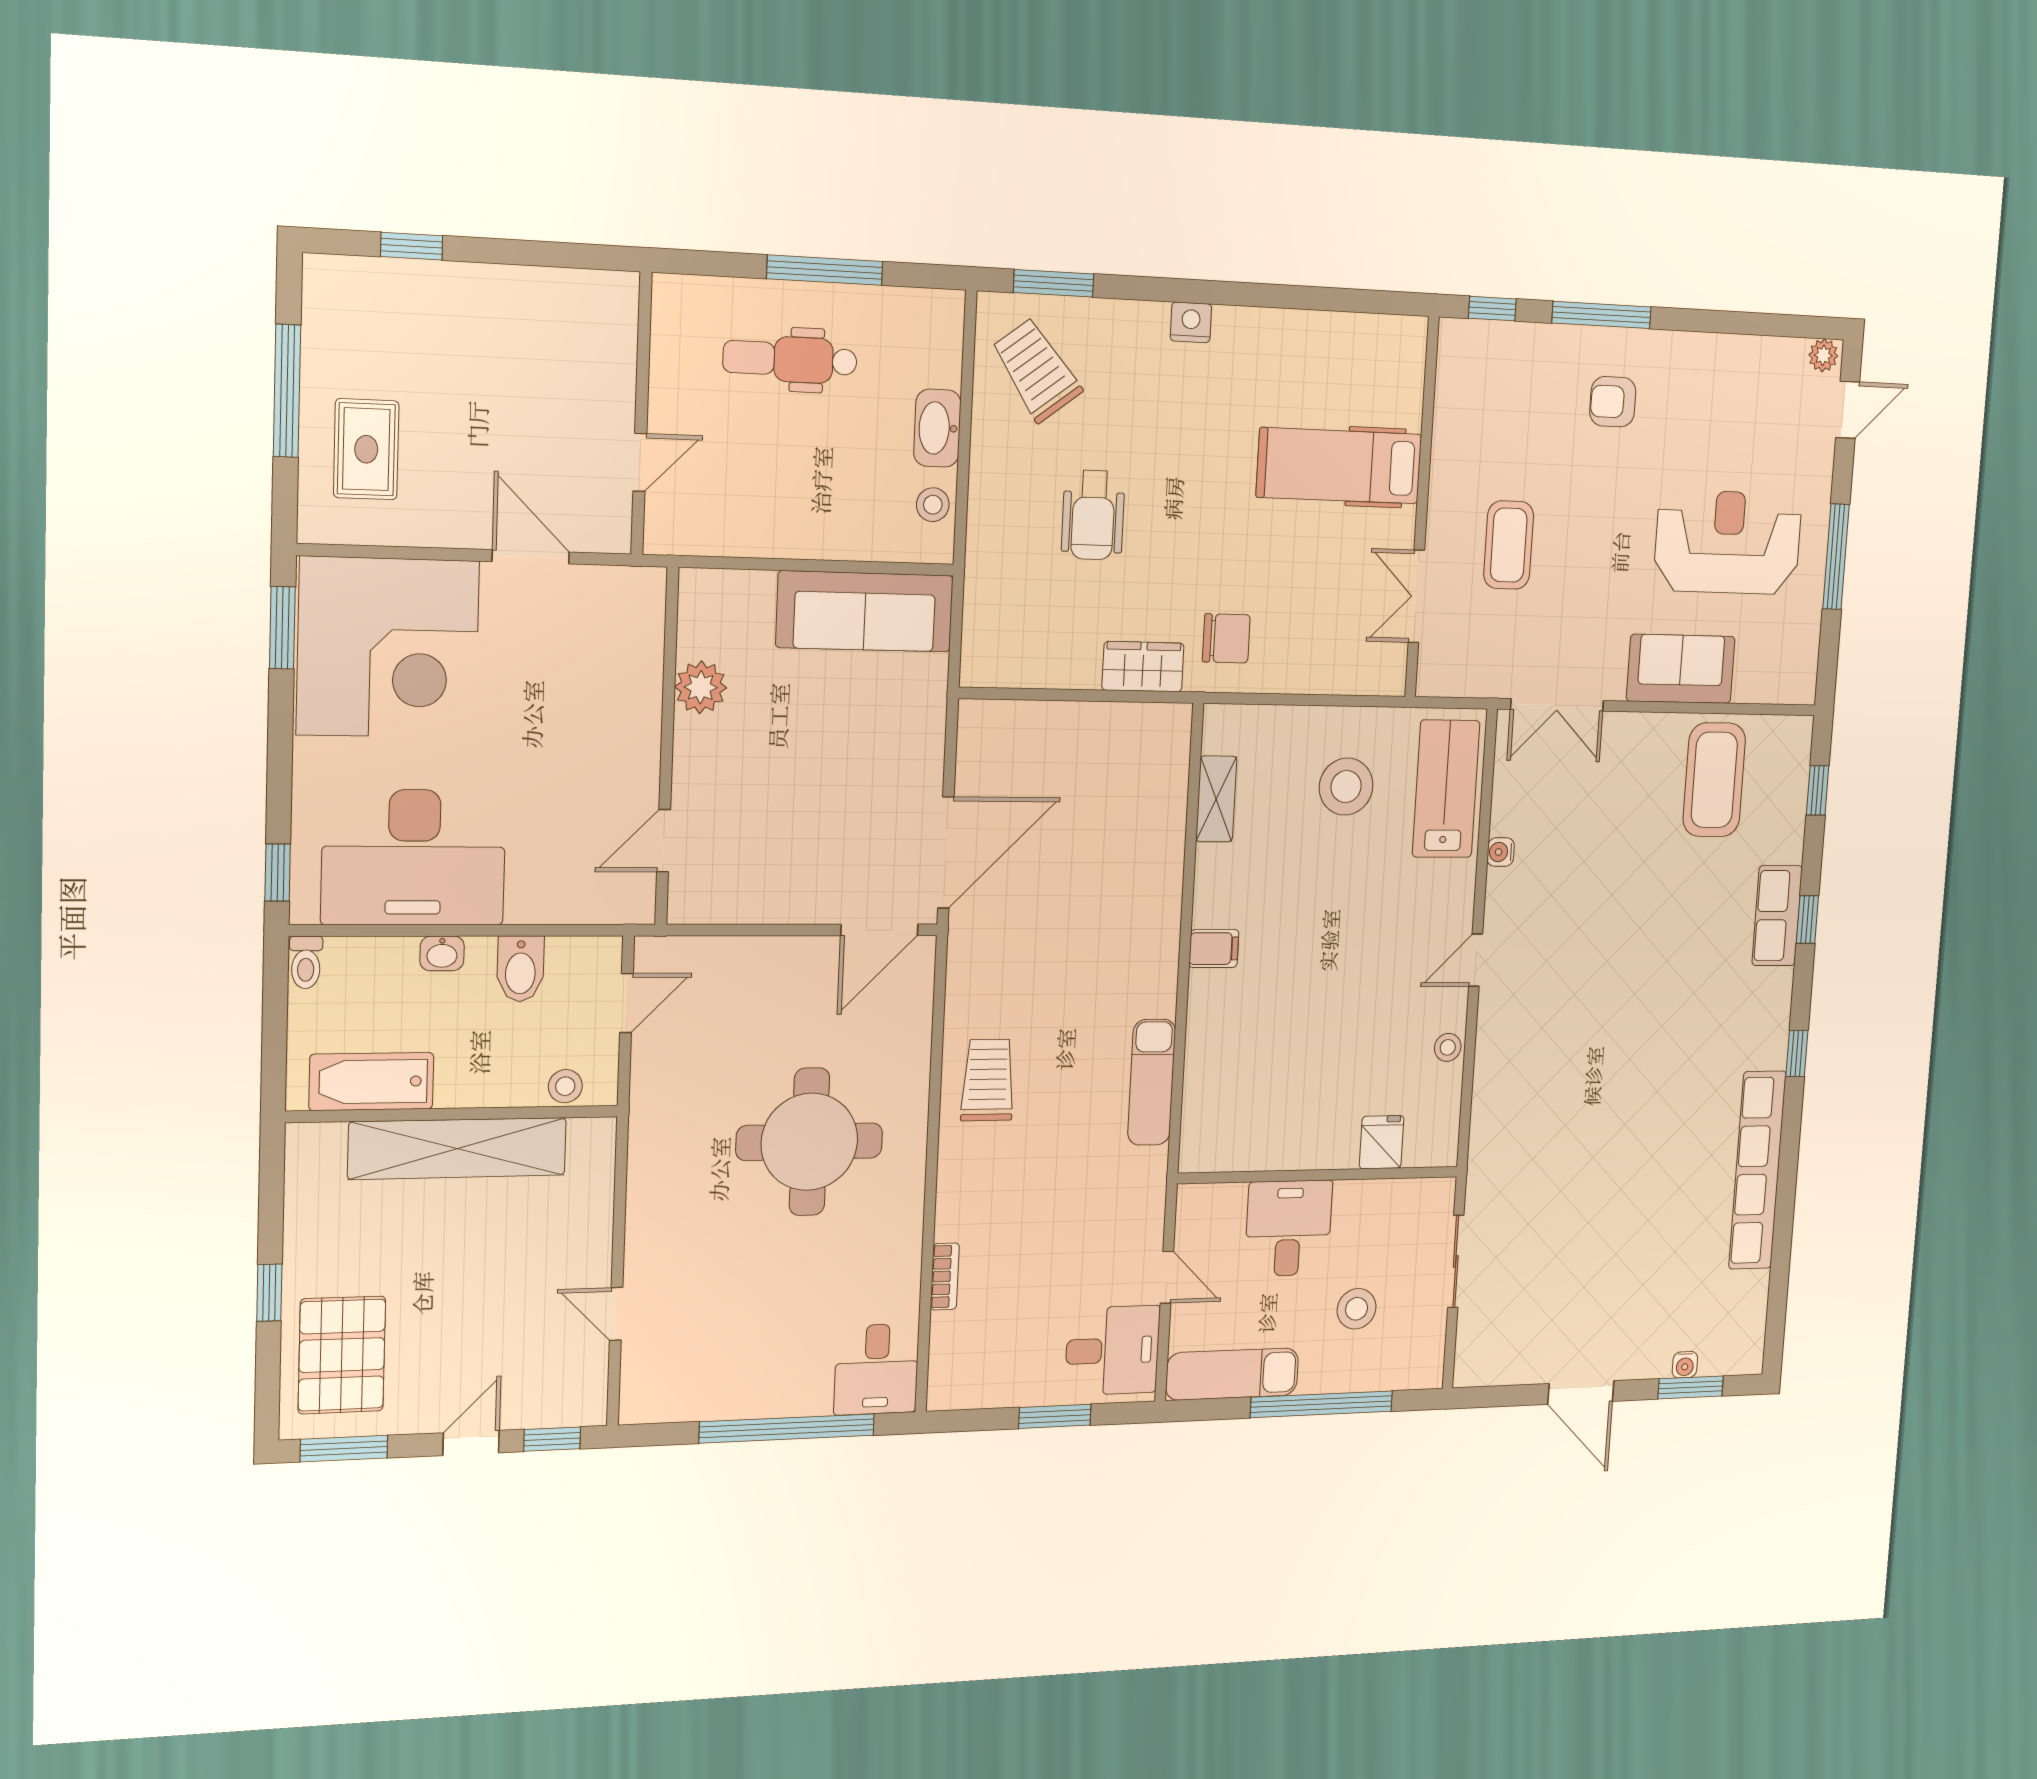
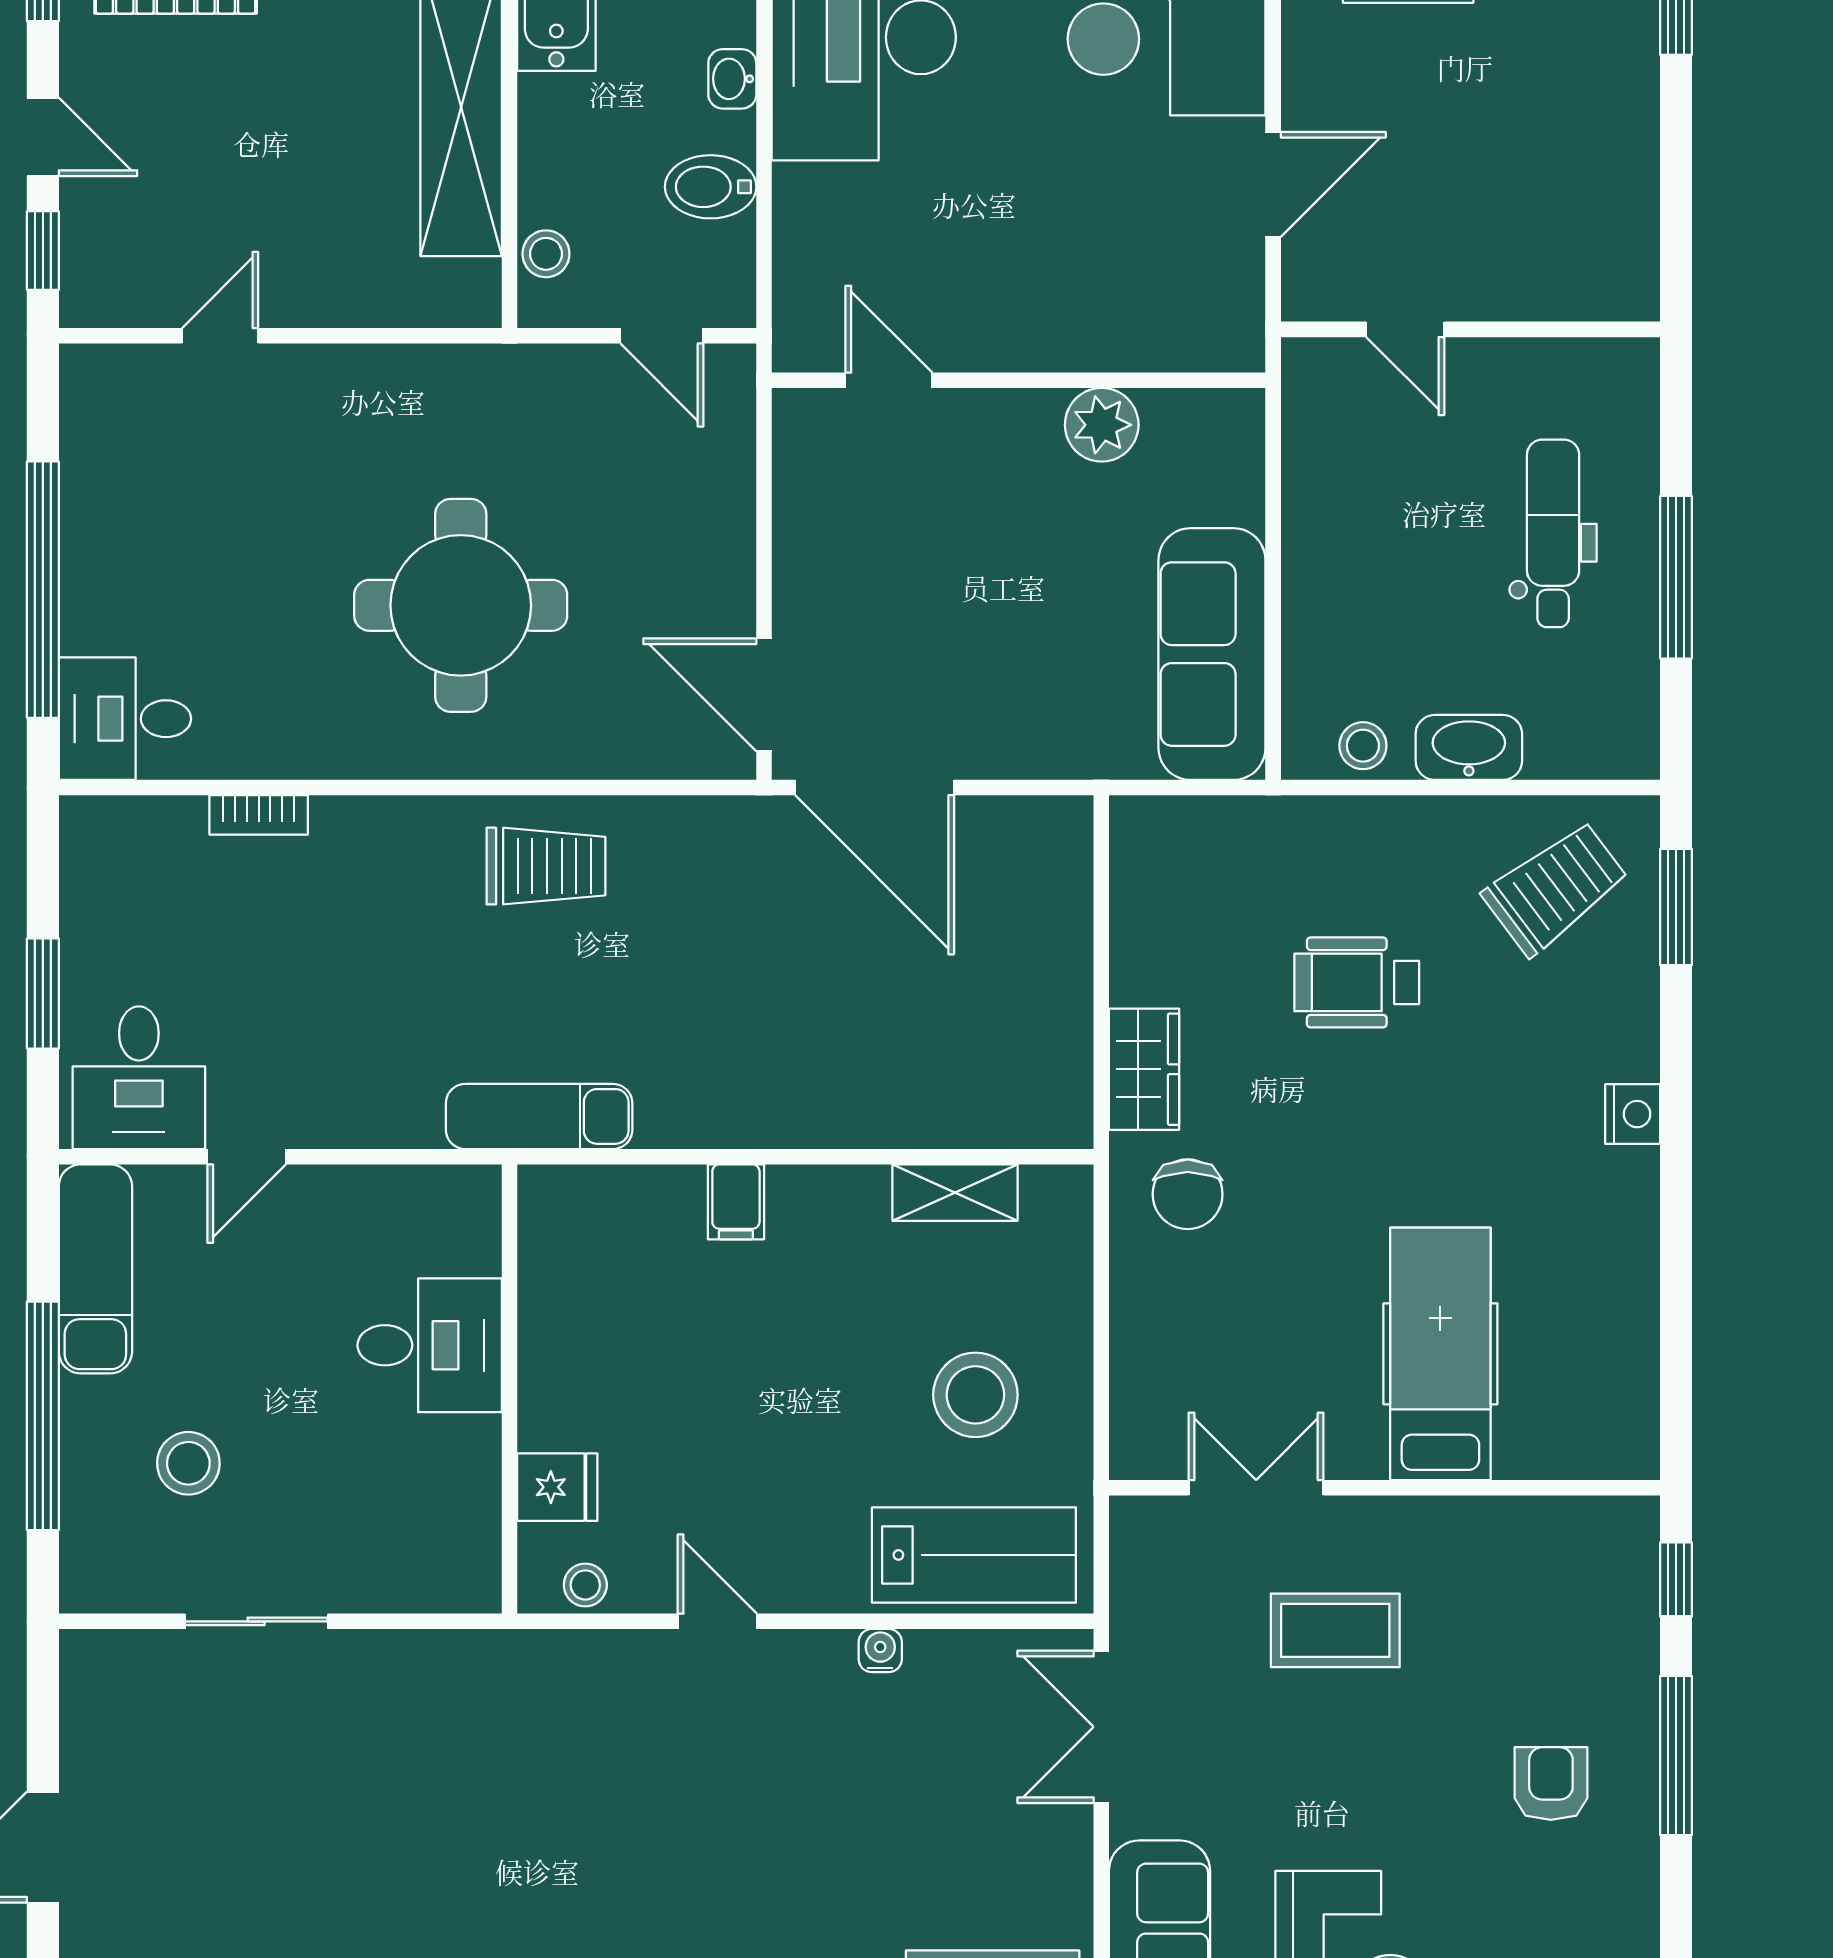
fridge: (1382, 1142) -> (557, 1487), moved
wall: (1319, 1175) -> (509, 1389), moved
desk: (1288, 1228) -> (430, 1345), moved

